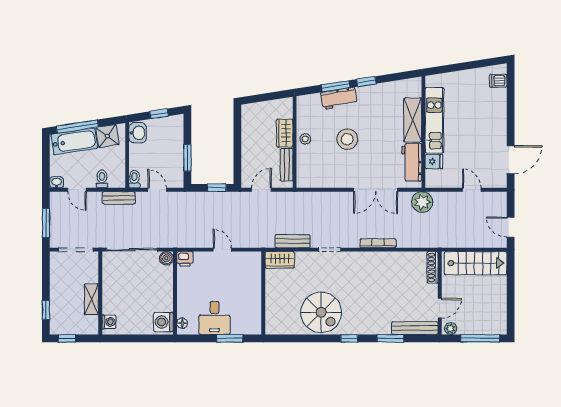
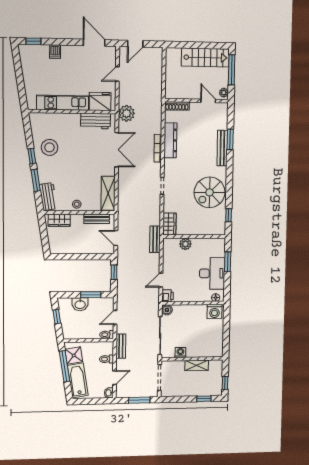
dishwasher: (498, 81) -> (55, 52), moved
window: (511, 83) -> (33, 41), added
workbench: (339, 98) -> (48, 197), moved
shelving: (413, 120) -> (108, 193), moved, turned 90
window: (77, 127) -> (65, 366), moved
washbasin: (138, 133) -> (80, 304), moved, turned 180
wardrobe: (285, 133) -> (59, 220), moved
stool: (347, 139) -> (49, 147), moved
fridge: (434, 162) -> (100, 101), width x1.88, depth x1.34
door: (511, 227) -> (135, 44), moved
bench: (293, 241) -> (155, 239), moved
door: (222, 250) -> (161, 280), moved
dresser: (388, 259) -> (170, 140), added
stairs: (476, 263) -> (205, 58), moved, turned 90
plant: (254, 281) -> (185, 244), added
spiral stairs: (321, 312) -> (210, 192), turned 180
desk: (214, 318) -> (212, 273), width x1.37
washing machine: (109, 322) -> (180, 353), moved
bench: (415, 328) -> (222, 148), moved
window: (349, 338) -> (229, 215), moved

